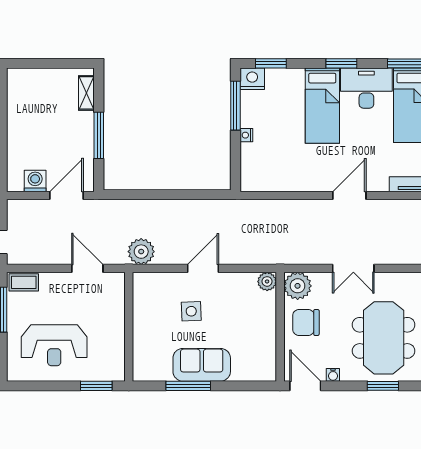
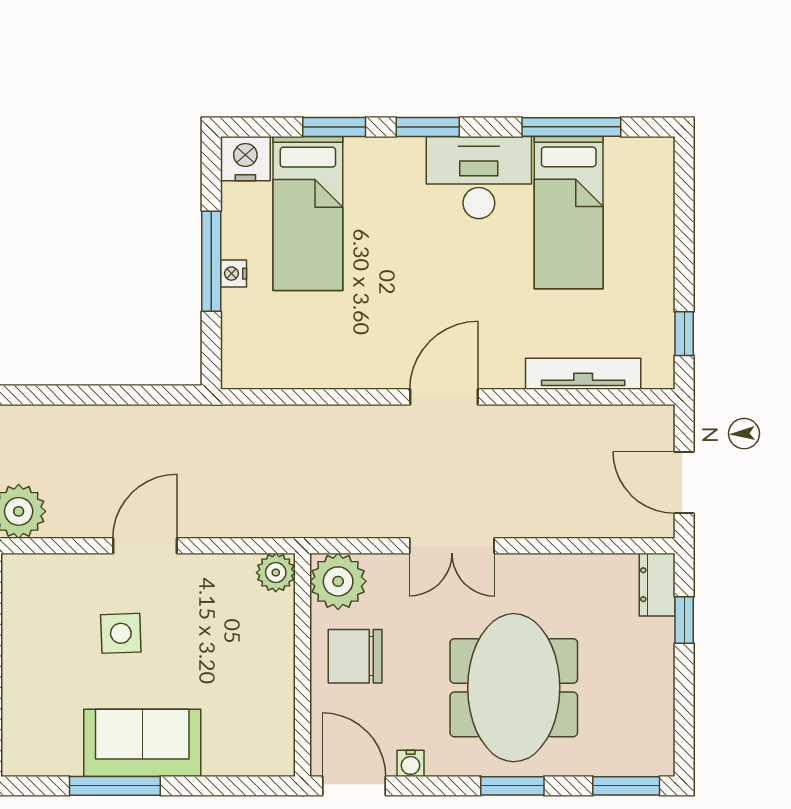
window: (271, 63) -> (334, 127), moved
window: (235, 106) -> (211, 261), moved
bed: (322, 106) -> (308, 213), moved

